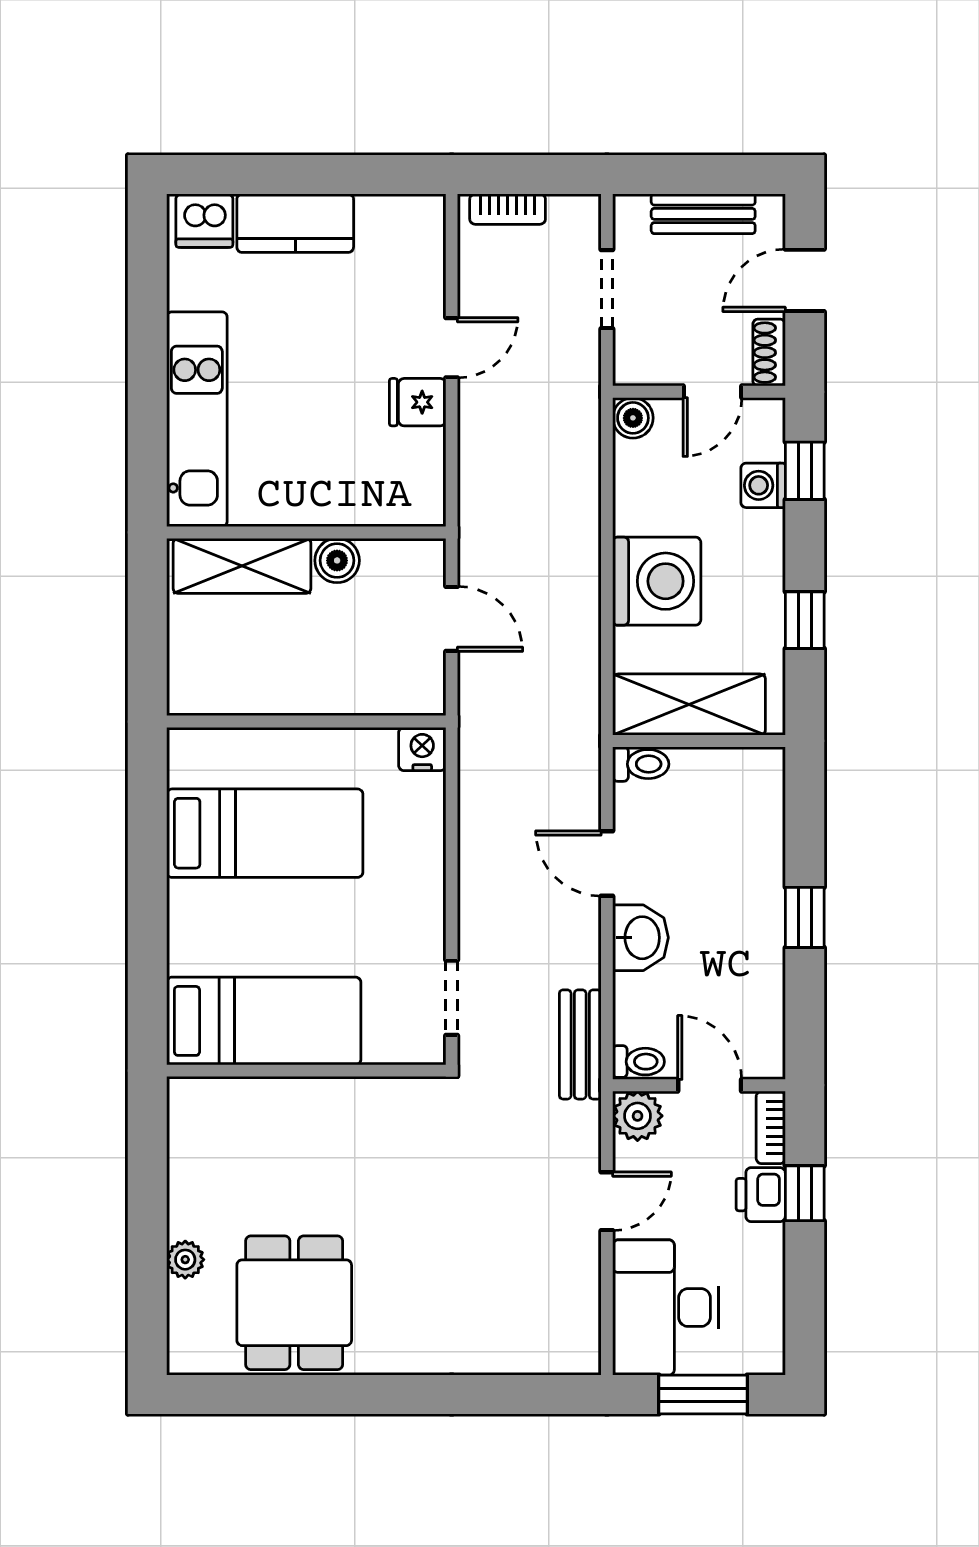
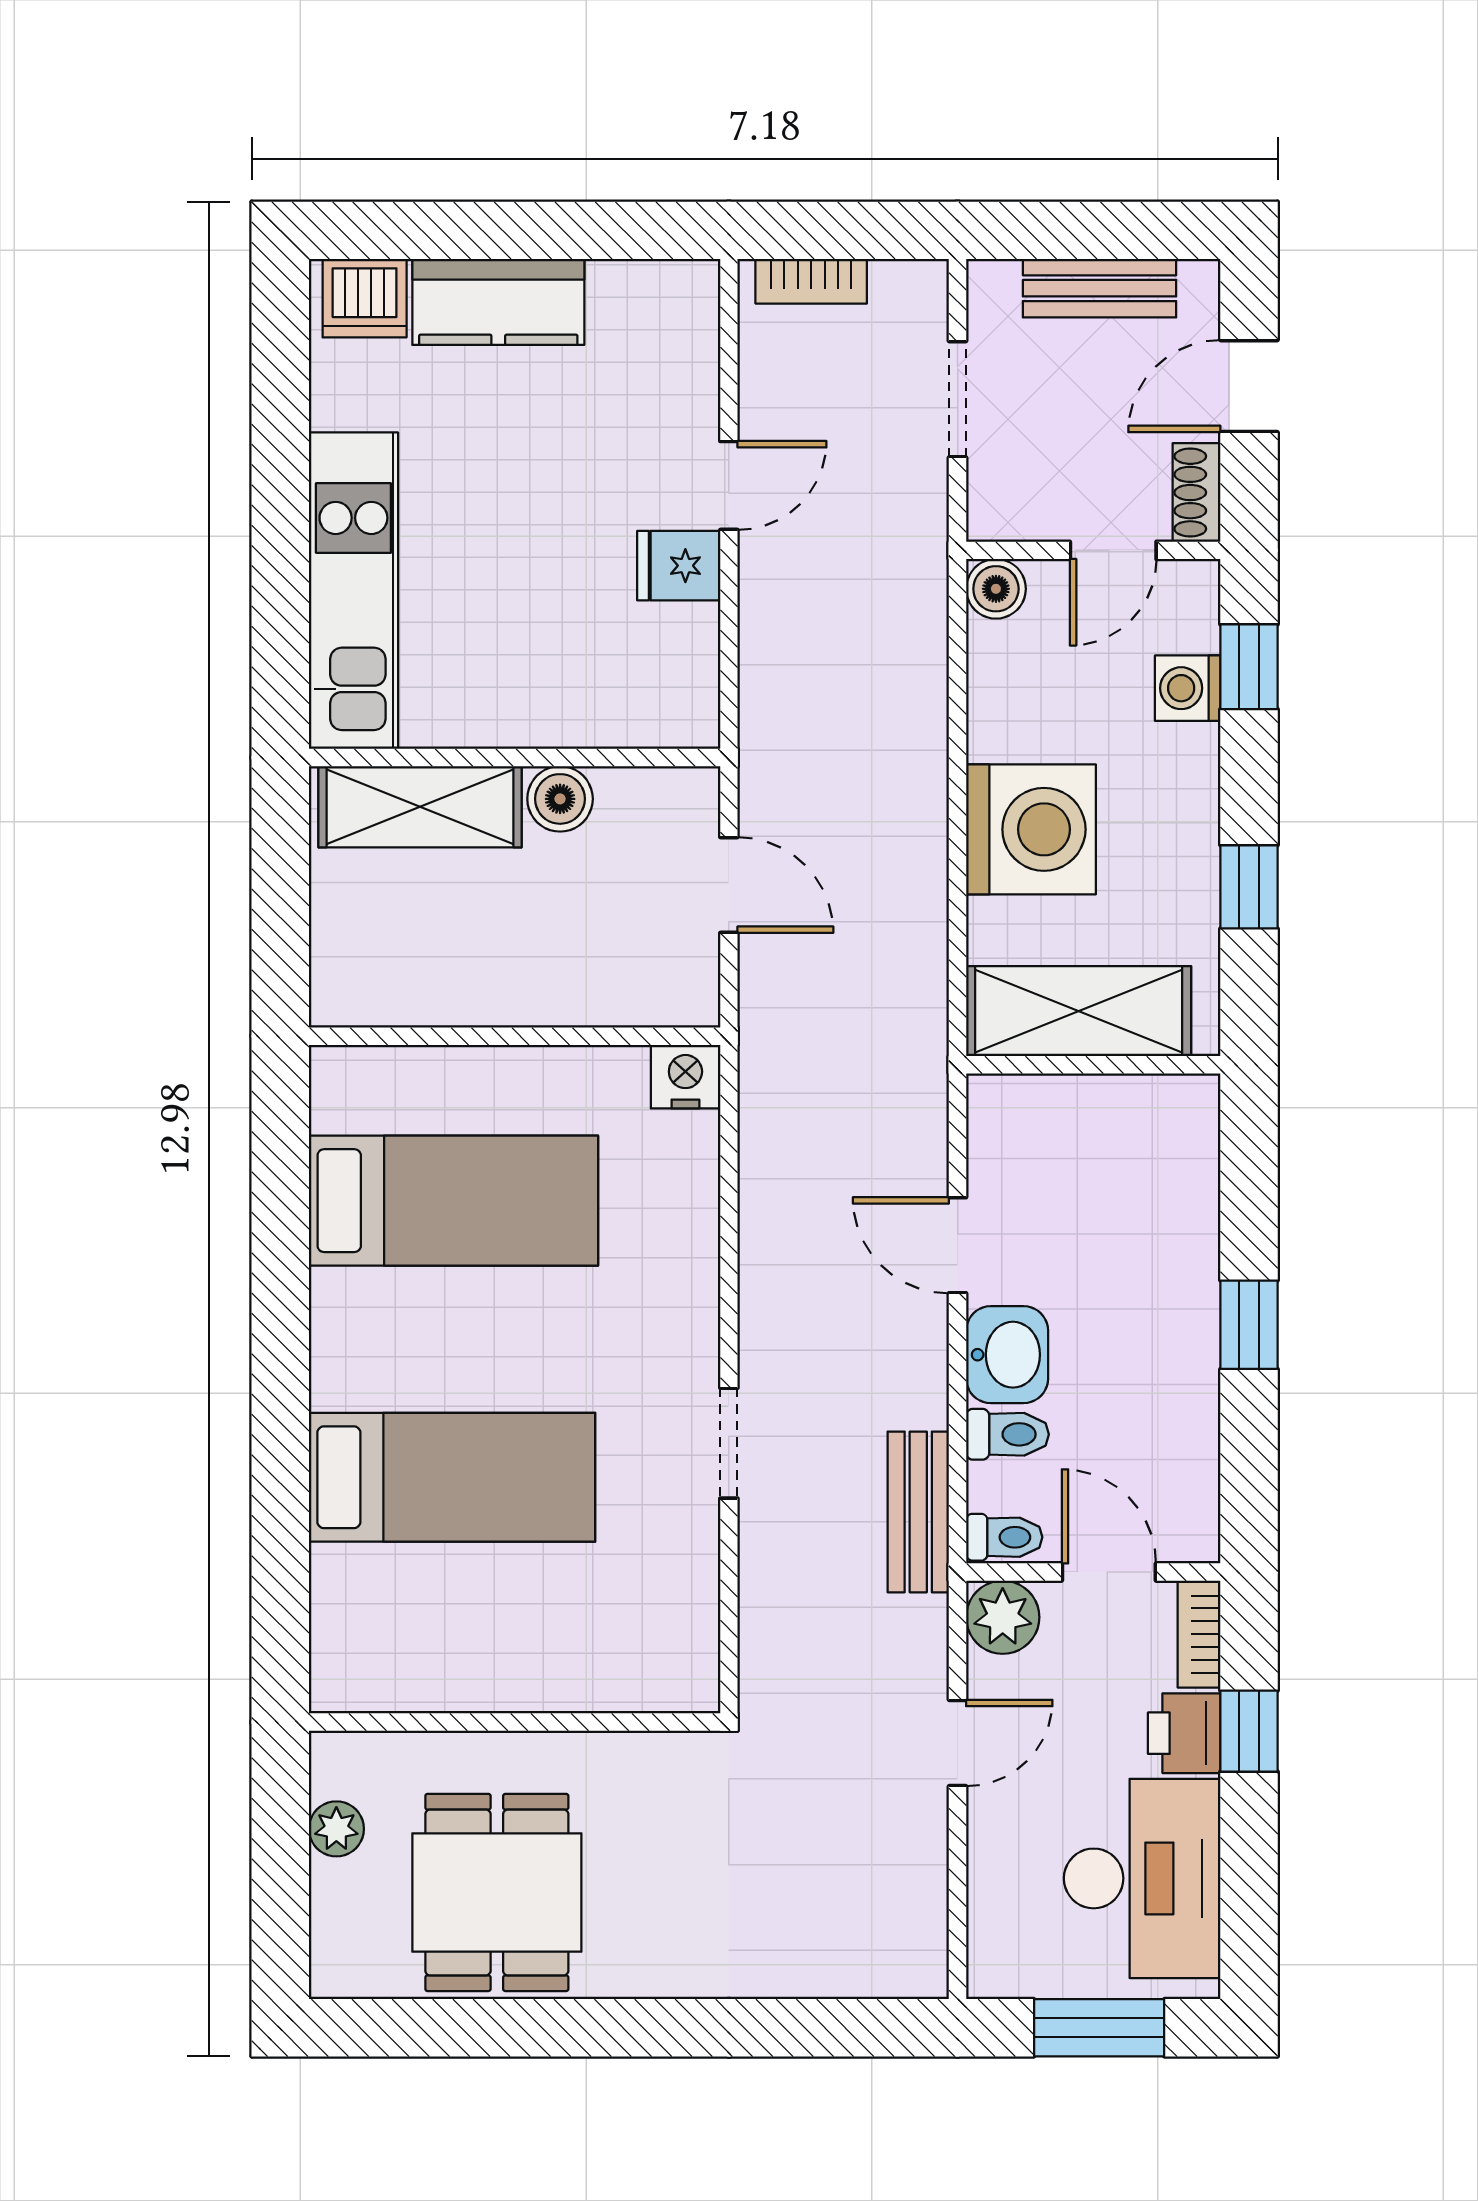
toilet: (641, 764) -> (1007, 1434), moved
wall: (306, 1071) -> (515, 1722), moved
desk: (666, 1308) -> (1142, 1878), moved, turned 180

